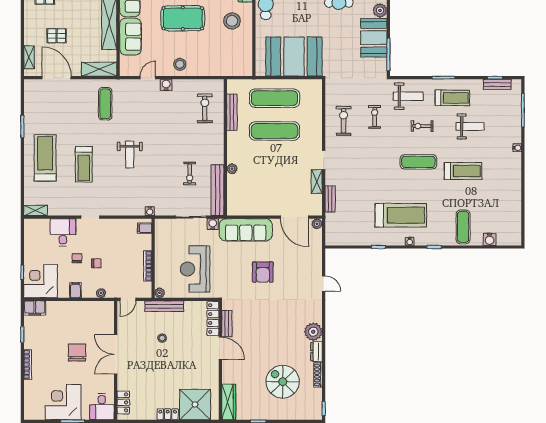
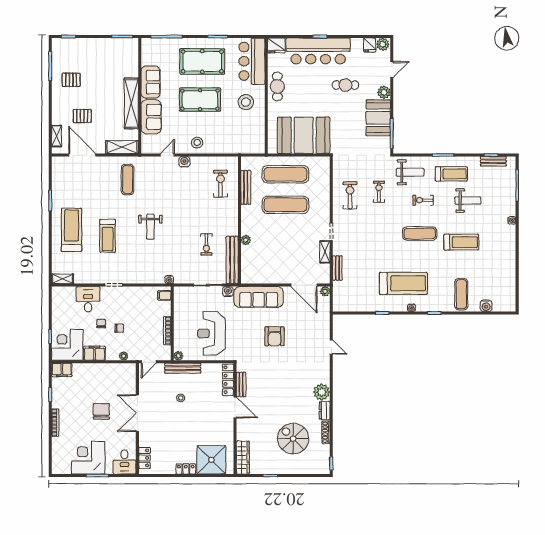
filing cabinet: (75, 290) -> (94, 353), width x2.00

